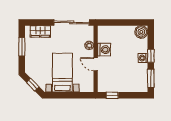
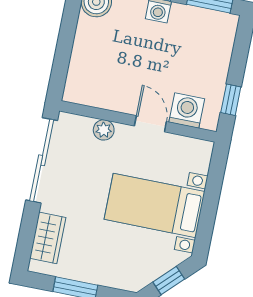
washing machine: (104, 50) -> (187, 110), moved
door: (96, 64) -> (150, 124), swing flipped

